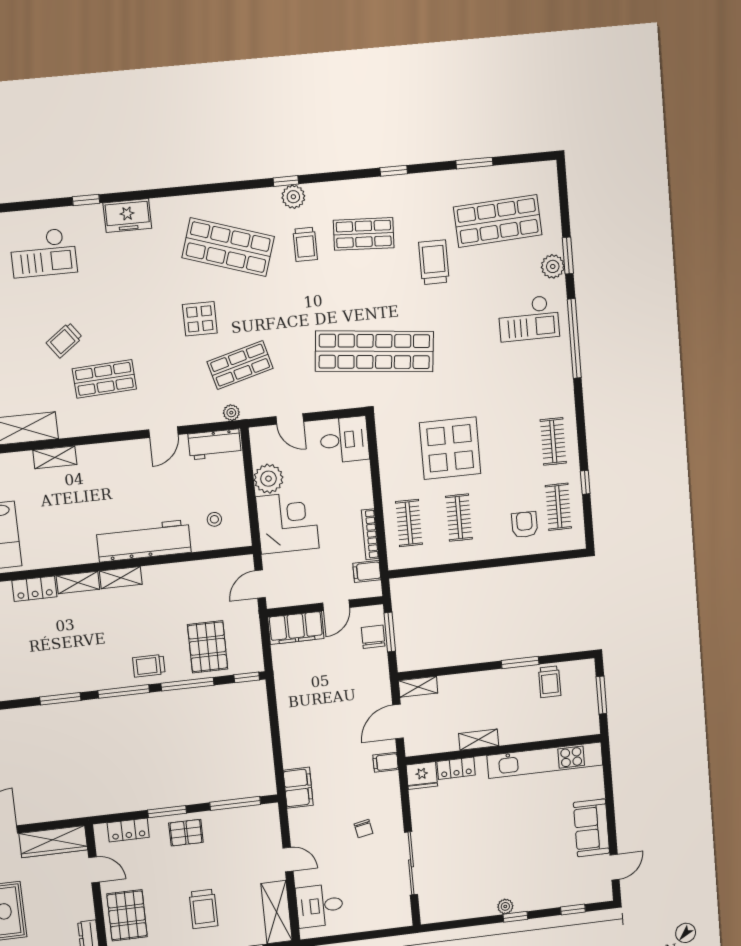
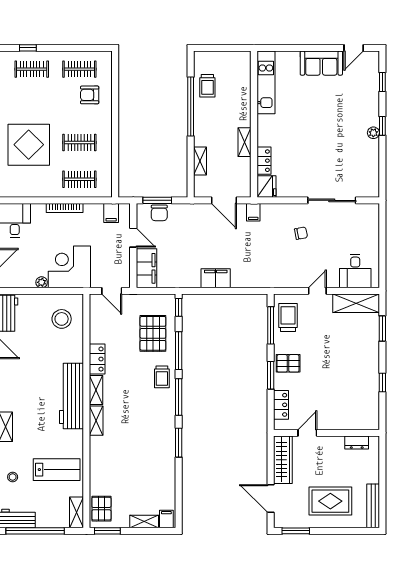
plant: (268, 479) -> (42, 282), width x0.53, depth x0.53
window: (585, 482) -> (28, 48), moved
stool: (214, 519) -> (62, 319), width x1.89, depth x1.89
bookcase: (370, 534) -> (65, 208), moved
workbench: (144, 541) -> (71, 396), moved
locker: (34, 589) -> (97, 359), moved
chair: (373, 637) -> (159, 213), turned -90
pallet: (208, 647) -> (153, 333), turned 90
window: (520, 662) -> (191, 106), width x2.11
trolley: (550, 682) -> (207, 86), turned 90
shelving: (418, 687) -> (200, 161), moved
window: (601, 695) -> (222, 48), removed
kitchen unit: (545, 760) -> (266, 82), width x0.73
filing cabinet: (298, 788) -> (216, 278), moved
pallet: (186, 833) -> (288, 363), turned 90
door: (615, 867) -> (354, 48), swing flipped
trolley: (204, 909) -> (288, 317), moved, turned -90
pallet: (127, 915) -> (345, 413), removed

